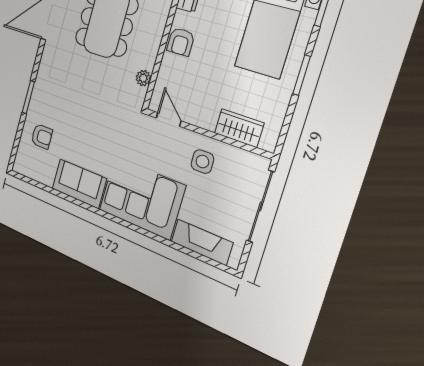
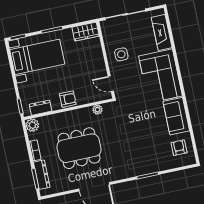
door: (169, 119) -> (111, 84), hinge flipped
wardrobe: (239, 128) -> (86, 32), moved, turned -90
armchair: (42, 136) -> (179, 148), moved

